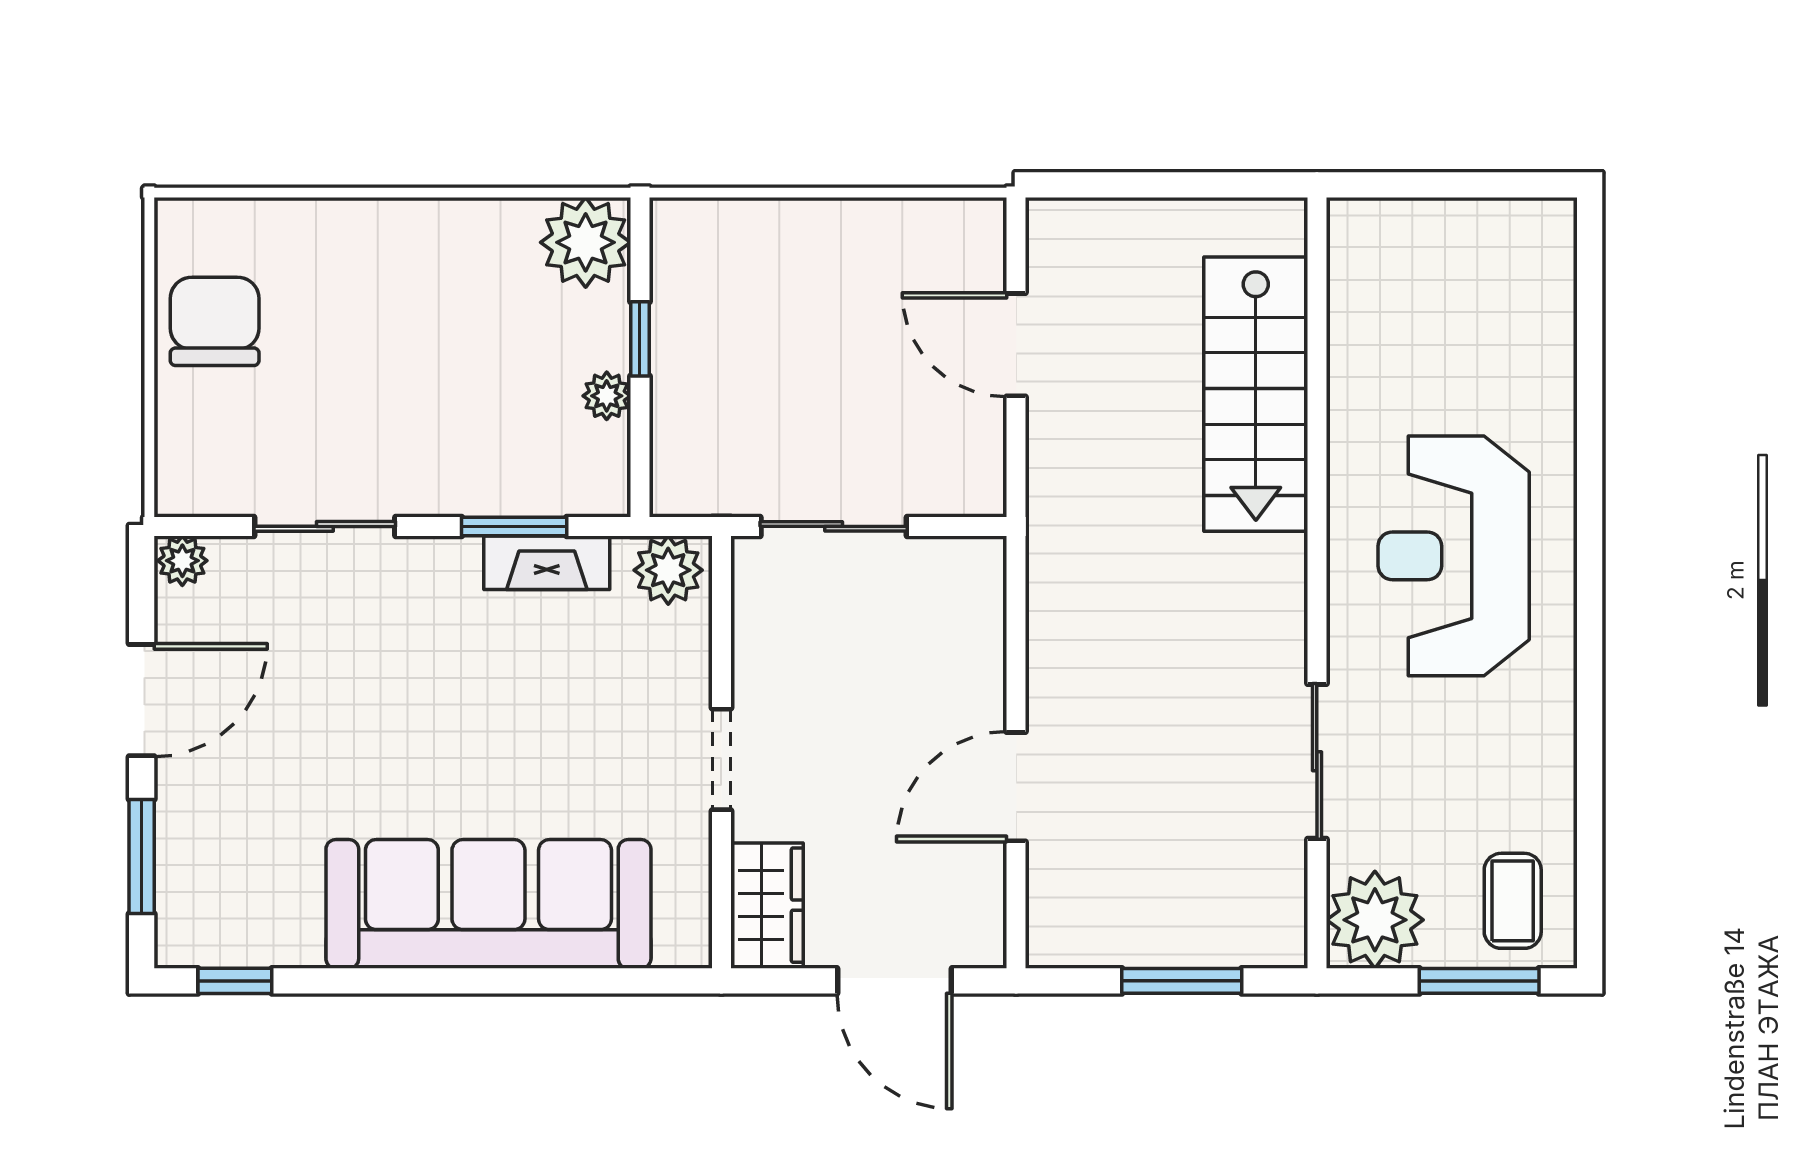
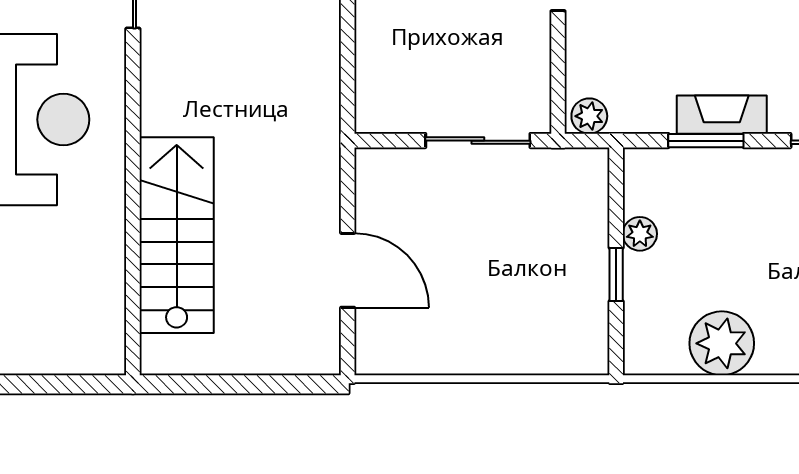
plant: (586, 242) -> (722, 343), moved
fireplace: (547, 563) -> (722, 115), moved
plant: (668, 570) -> (589, 116), width x0.73, depth x0.73

